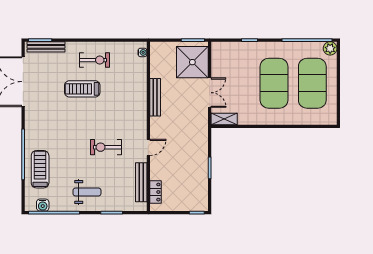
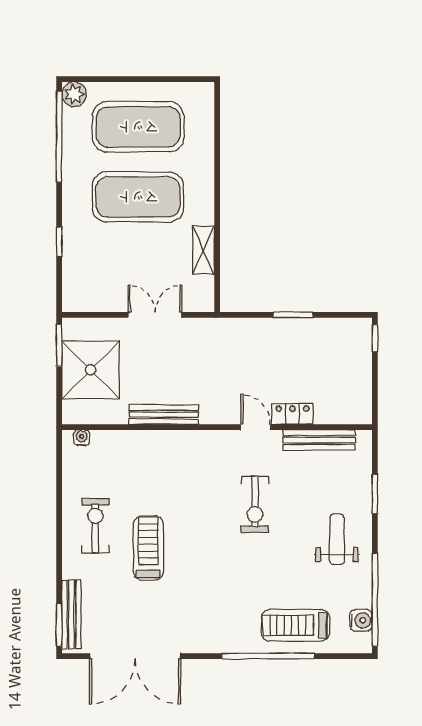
shower: (192, 62) -> (91, 370), moved
treadmill: (82, 89) -> (148, 548), turned 180
shelving: (224, 119) -> (203, 250), moved
locker: (155, 192) -> (292, 414), moved

